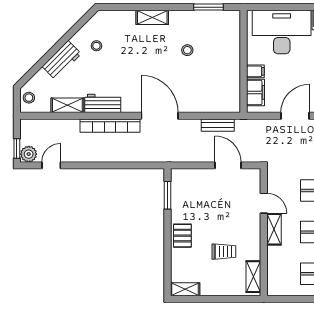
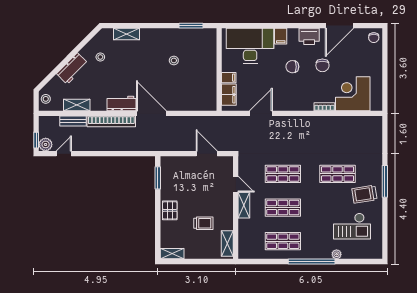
shelving: (152, 17) -> (126, 34), moved
workbench: (103, 103) -> (122, 103), moved
bench: (218, 125) -> (73, 121), moved

